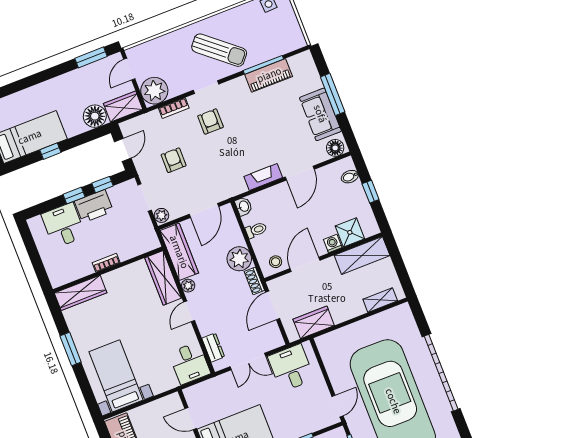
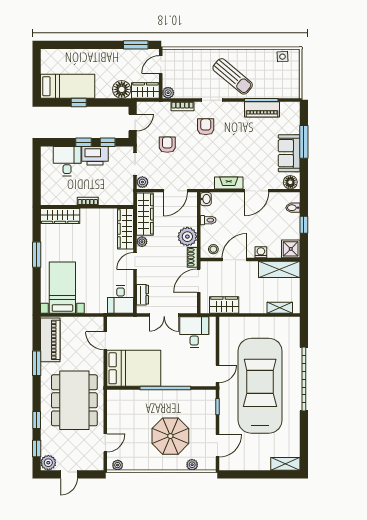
plant: (154, 91) -> (168, 93), width x0.53, depth x0.53
shower: (350, 232) -> (291, 249), moved

